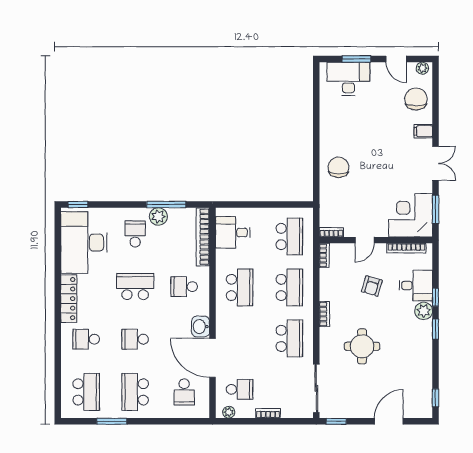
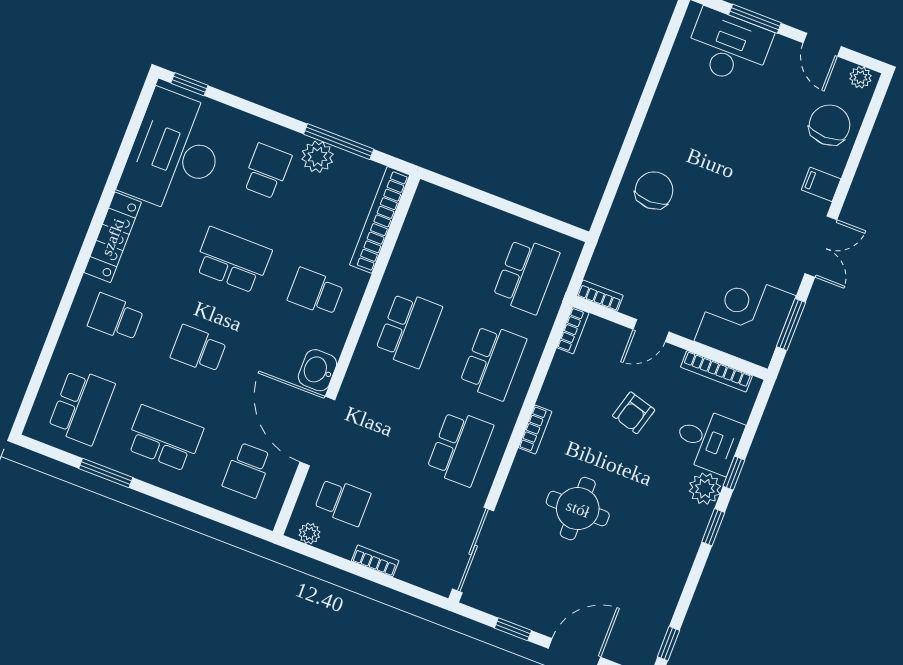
desk: (233, 232) -> (433, 232), removed
school desk: (135, 392) -> (164, 438), turned 90
window: (336, 421) -> (513, 629), moved

